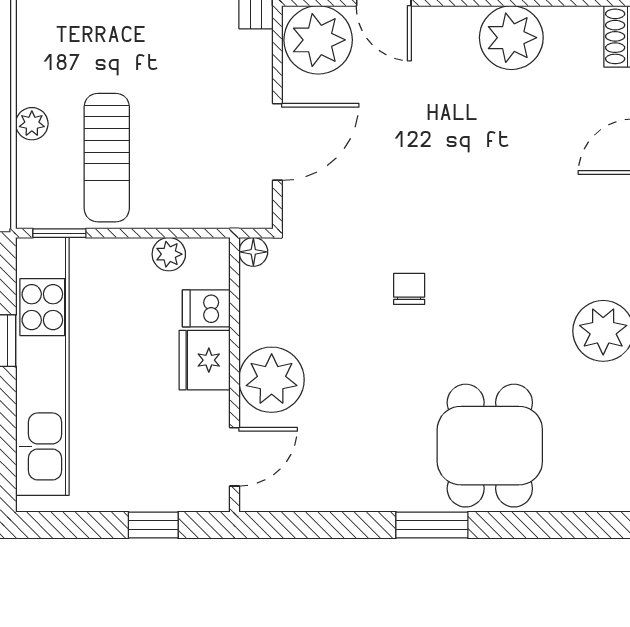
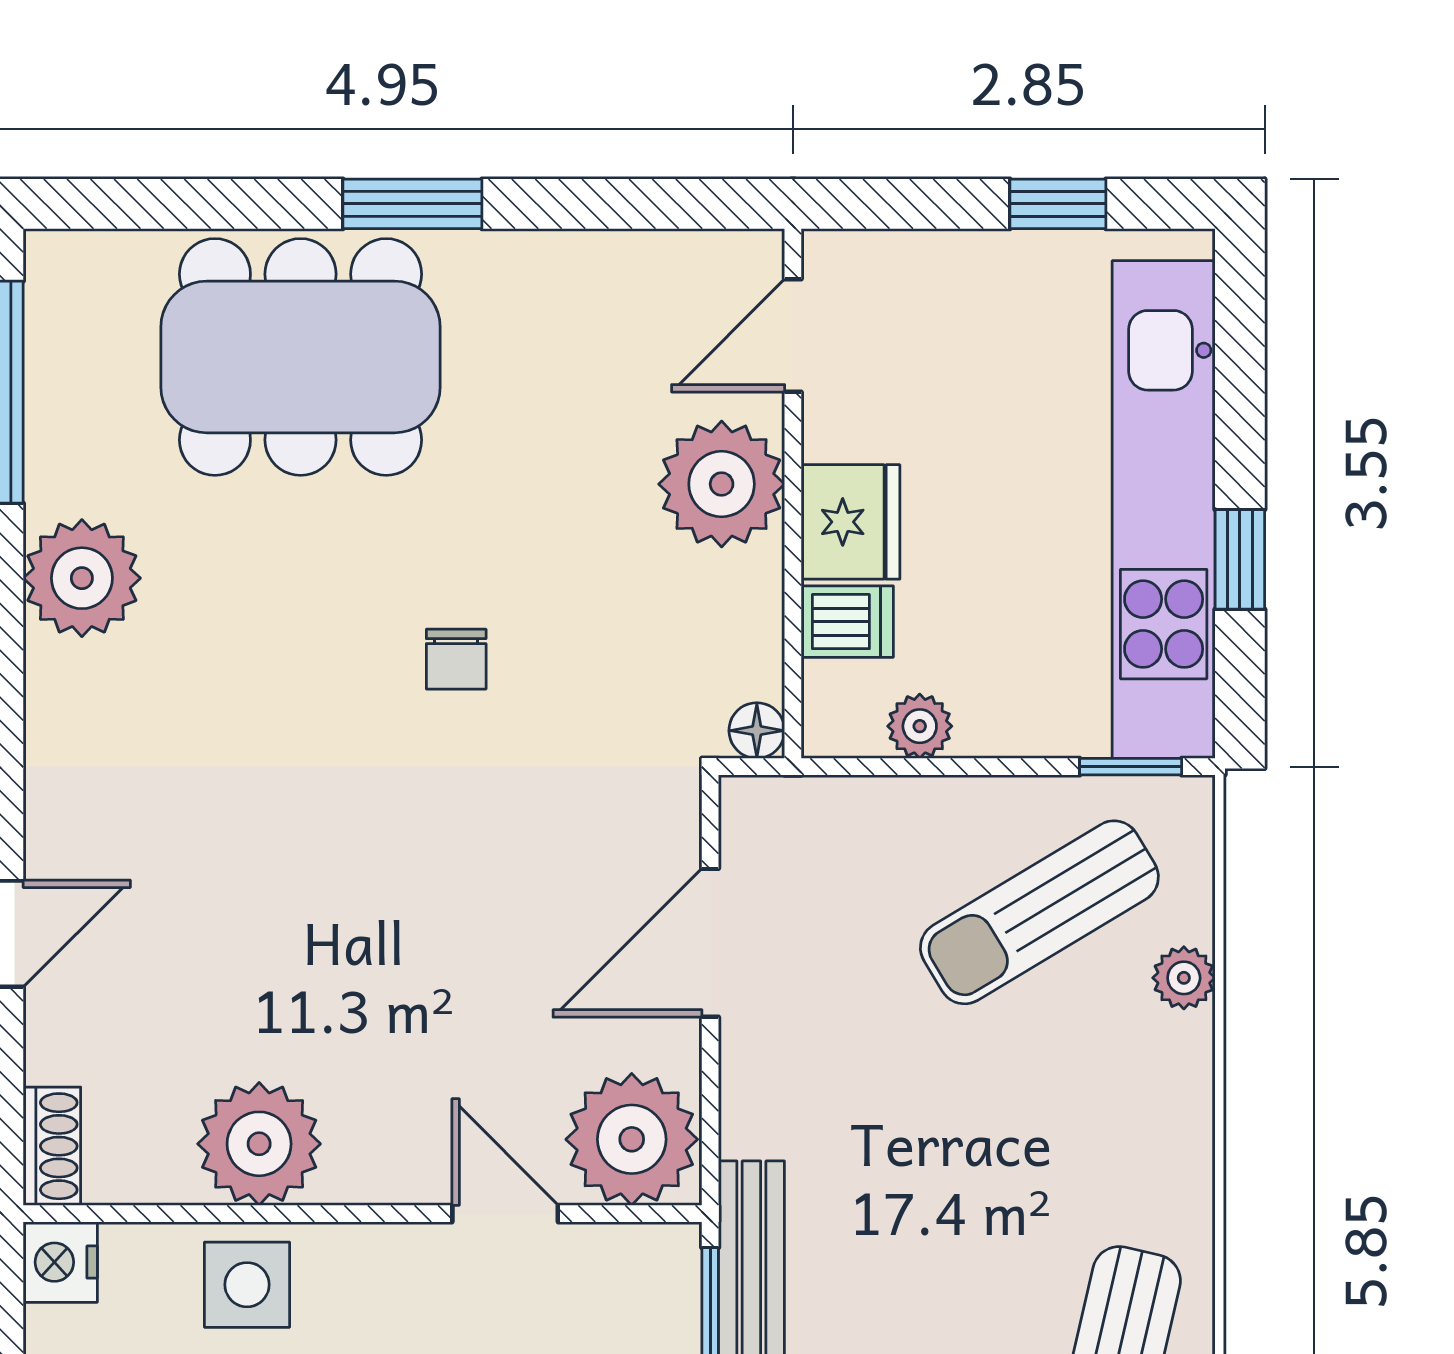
sun lounger: (107, 158) -> (1039, 912), turned -121
dining table: (490, 446) -> (301, 357), width x1.38
window: (153, 525) -> (1058, 204), moved

